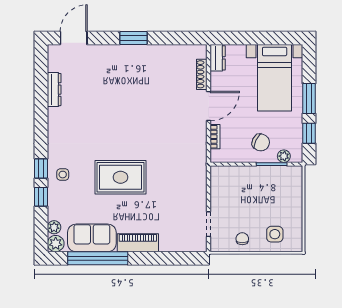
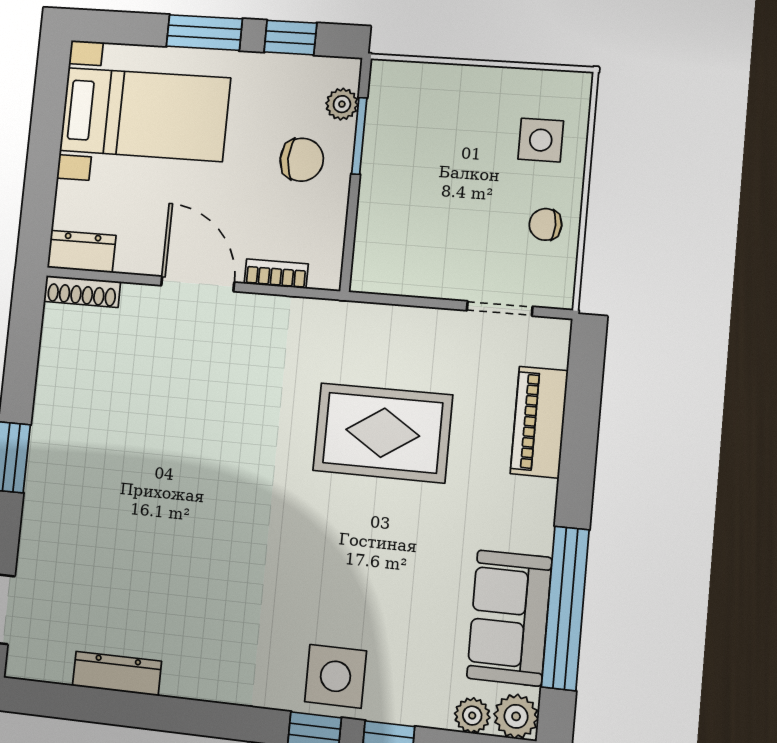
shoe rack: (202, 74) -> (82, 291), moved
chair: (261, 142) -> (302, 160), turned 64
side table: (63, 175) -> (335, 676), width x1.87, depth x1.87
rug: (120, 177) -> (383, 433), moved, turned 90
piano: (138, 243) -> (539, 422), moved

